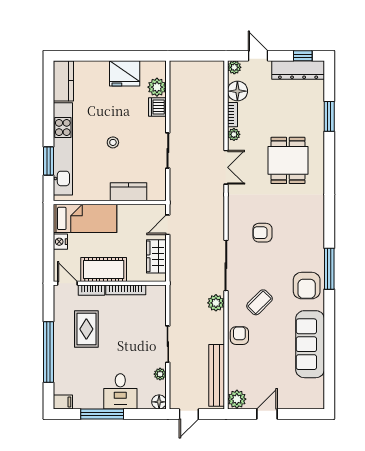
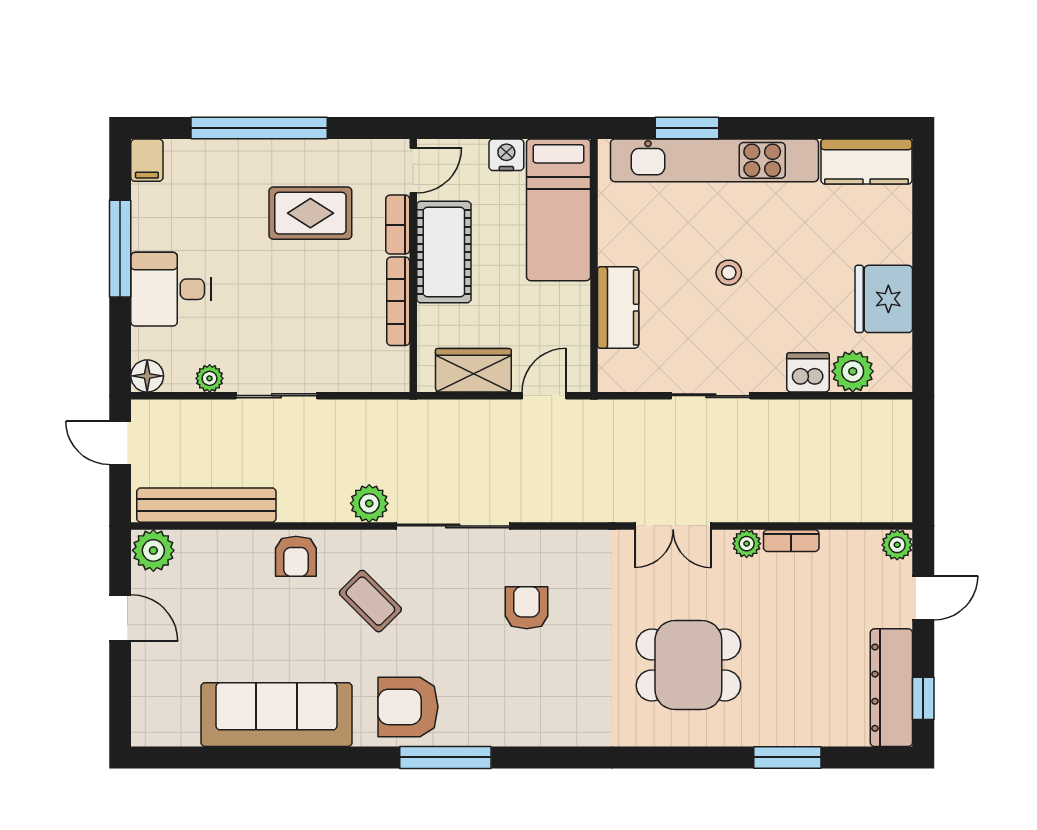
floor lamp: (237, 91) -> (844, 552), removed
door: (168, 225) -> (544, 396), hinge flipped
armchair: (239, 336) -> (296, 556), turned 90

